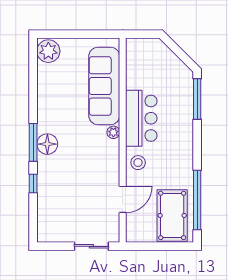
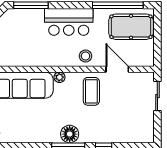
bar counter: (141, 118) -> (69, 22), moved, turned 180
coffee table: (97, 169) -> (91, 91), added

